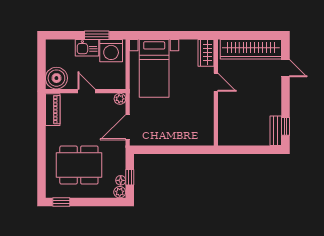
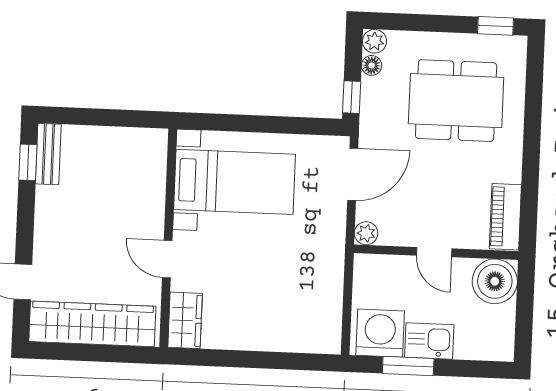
bed with nightstands: (154, 68) -> (234, 182), moved, turned 90
window: (130, 177) -> (352, 97), moved

